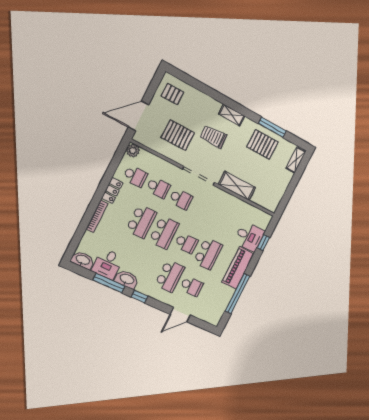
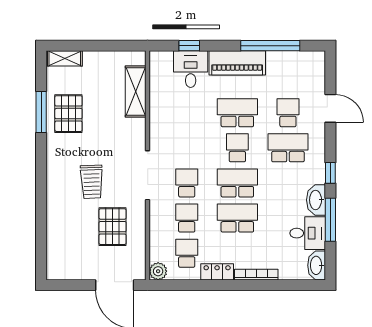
pallet: (172, 94) -> (68, 258), removed
shelving: (232, 115) -> (54, 172), removed
shelving: (237, 186) -> (136, 92), moved

